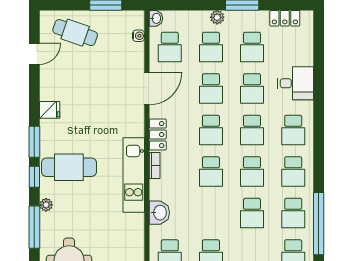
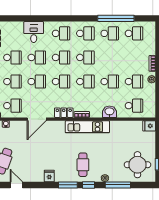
door: (147, 88) -> (37, 119), swing flipped
cafe table: (69, 167) -> (83, 165), width x0.73, depth x0.74
school desk: (252, 213) -> (110, 82), moved

